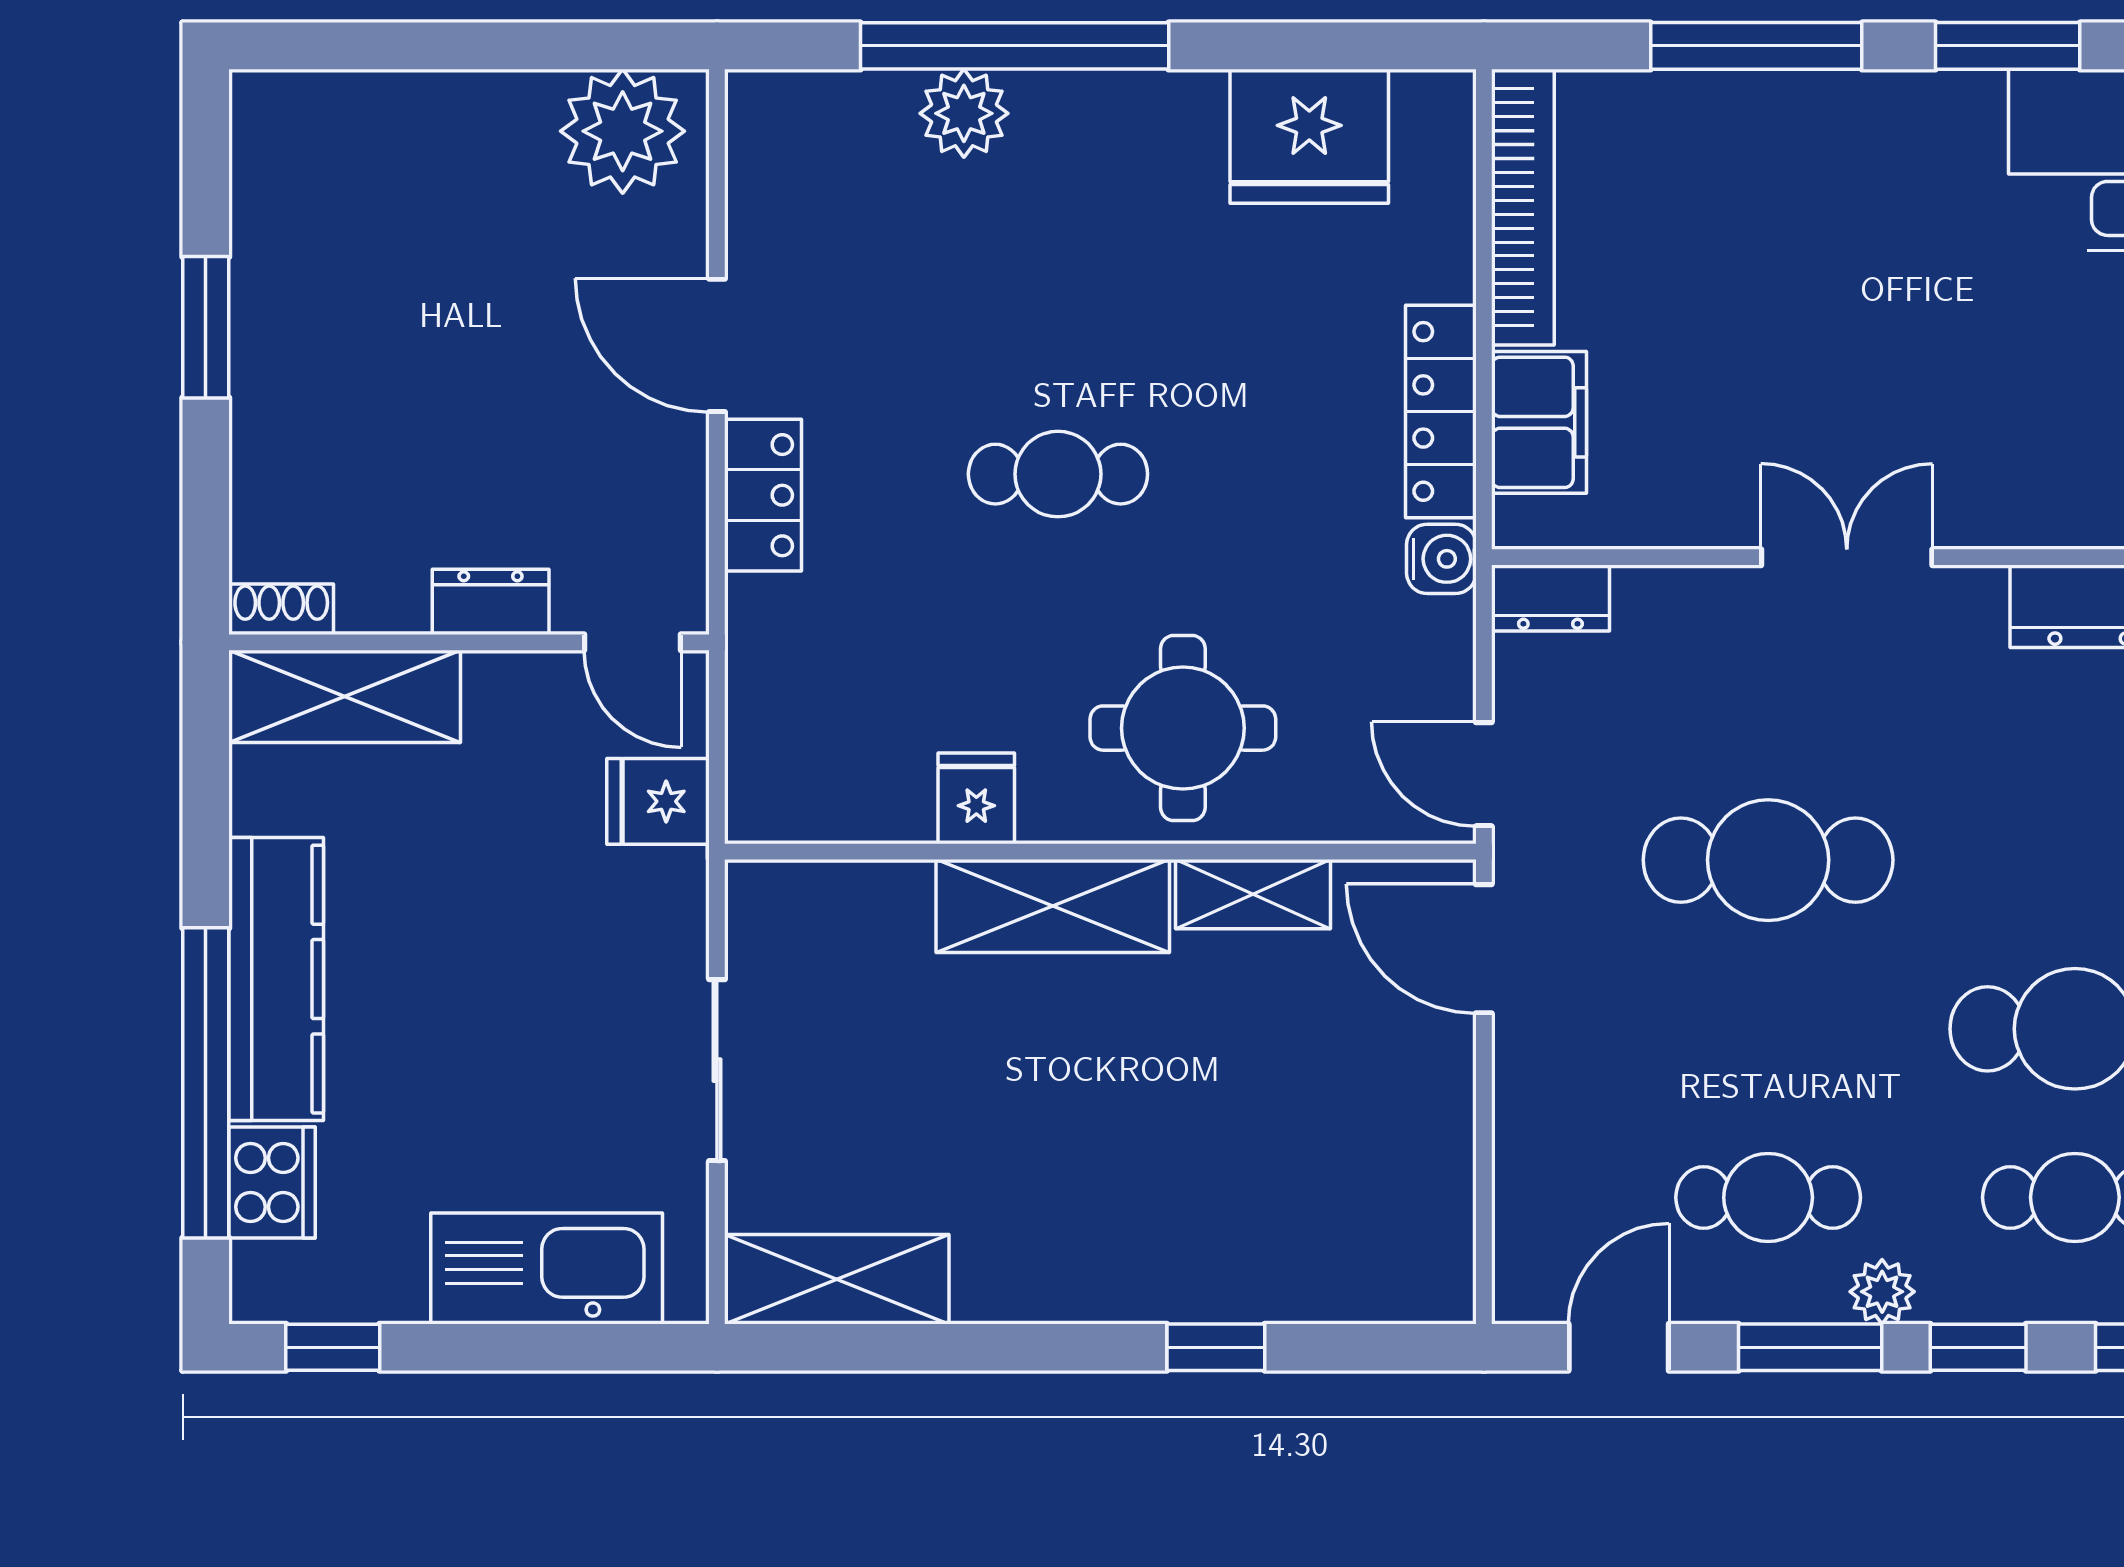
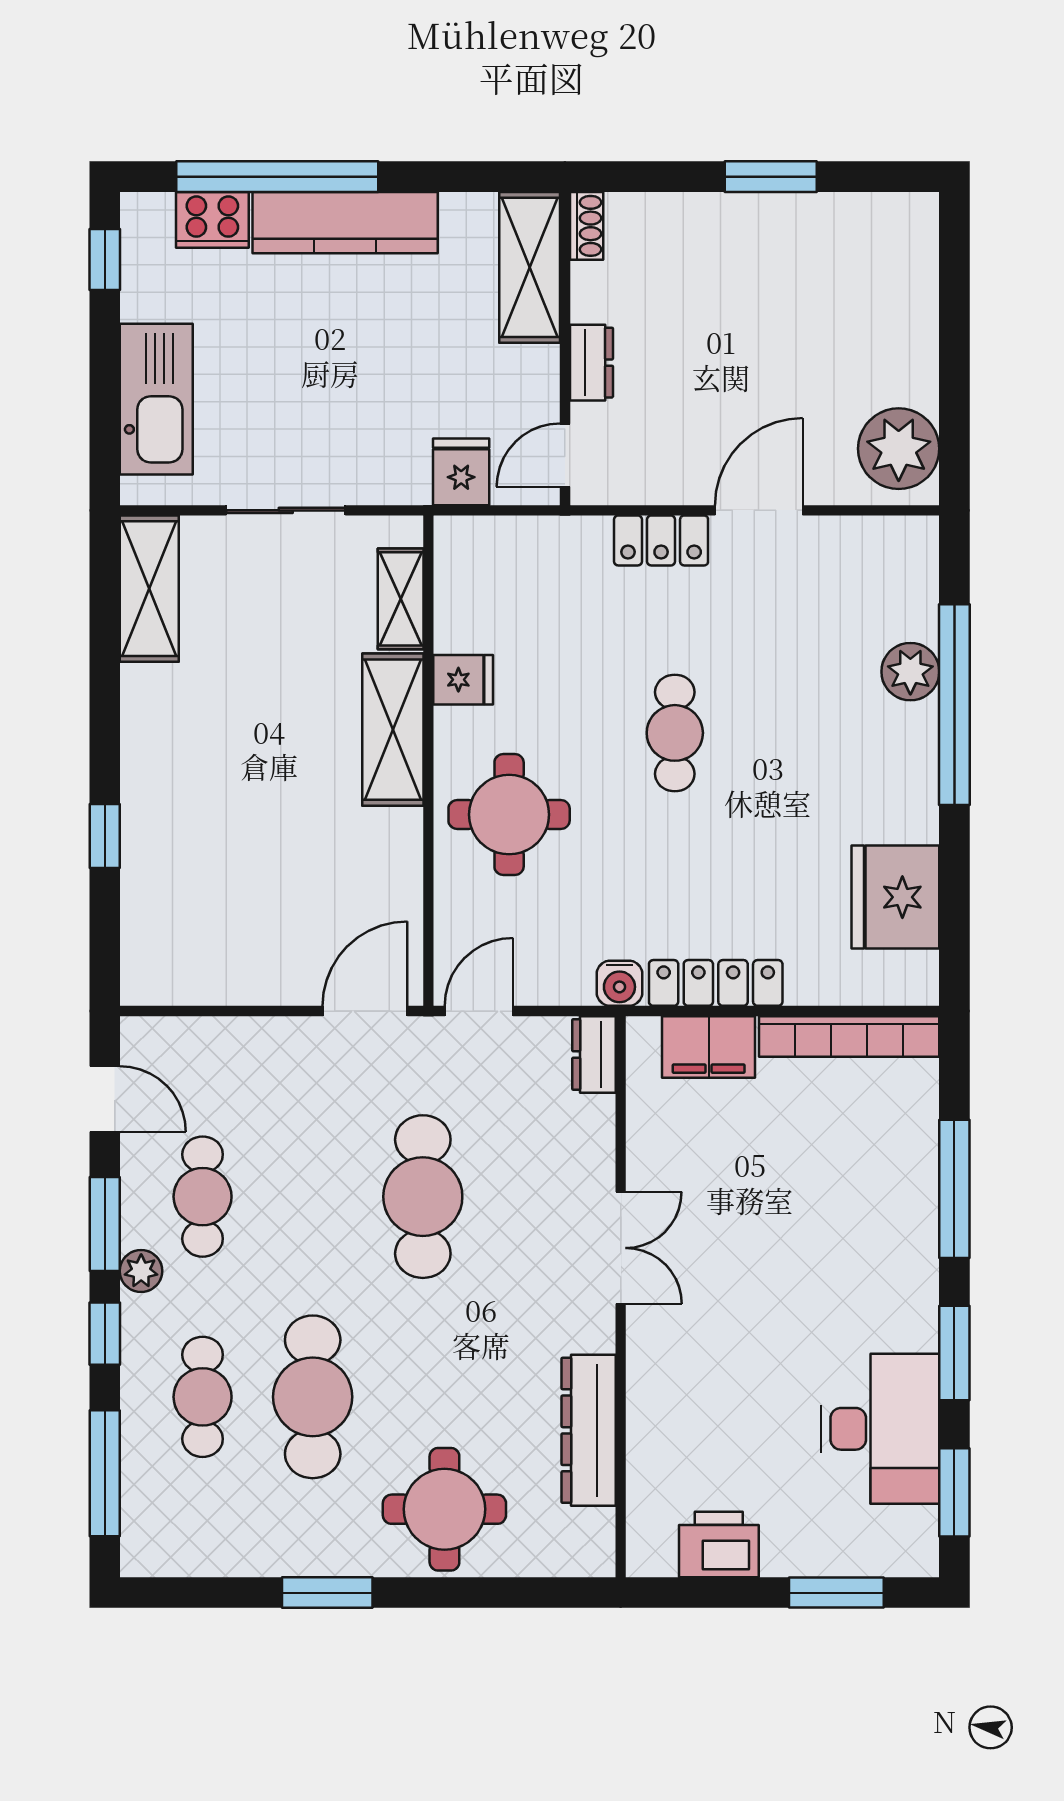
shelving: (1253, 894) -> (401, 599), moved

